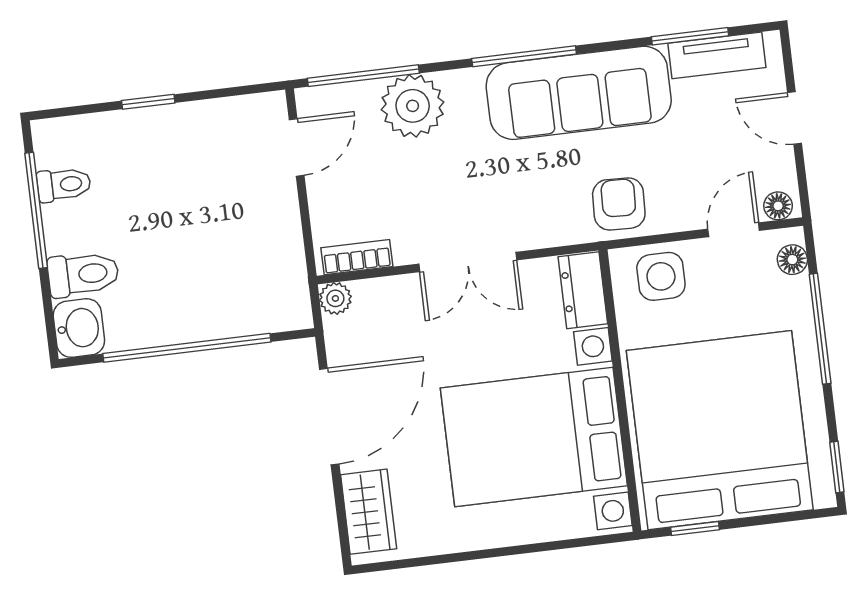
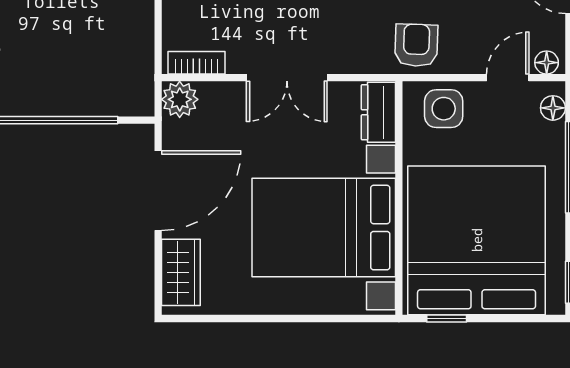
plant: (335, 298) -> (180, 99), width x1.38, depth x1.38

